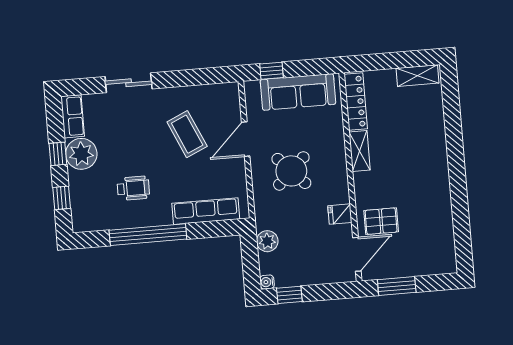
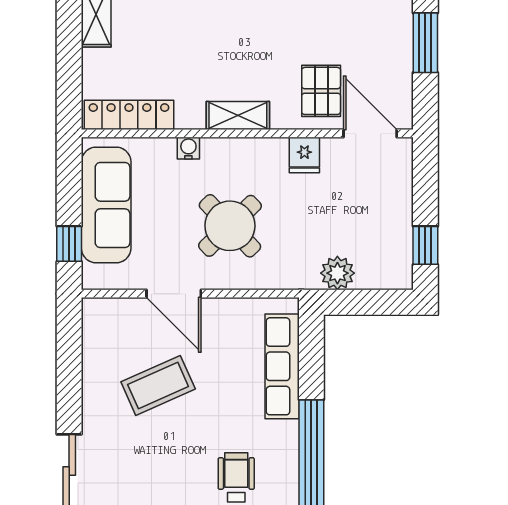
shelving: (360, 151) -> (238, 116), moved
water cooler: (267, 282) -> (188, 148), moved, turned 180
window: (397, 286) -> (425, 43), moved

